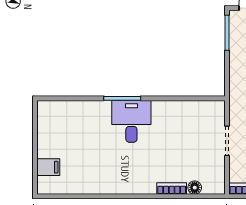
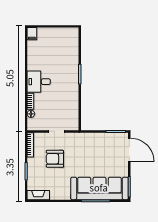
desk: (131, 121) -> (39, 82), moved, turned 180
filing cabinet: (48, 167) -> (32, 34), moved

